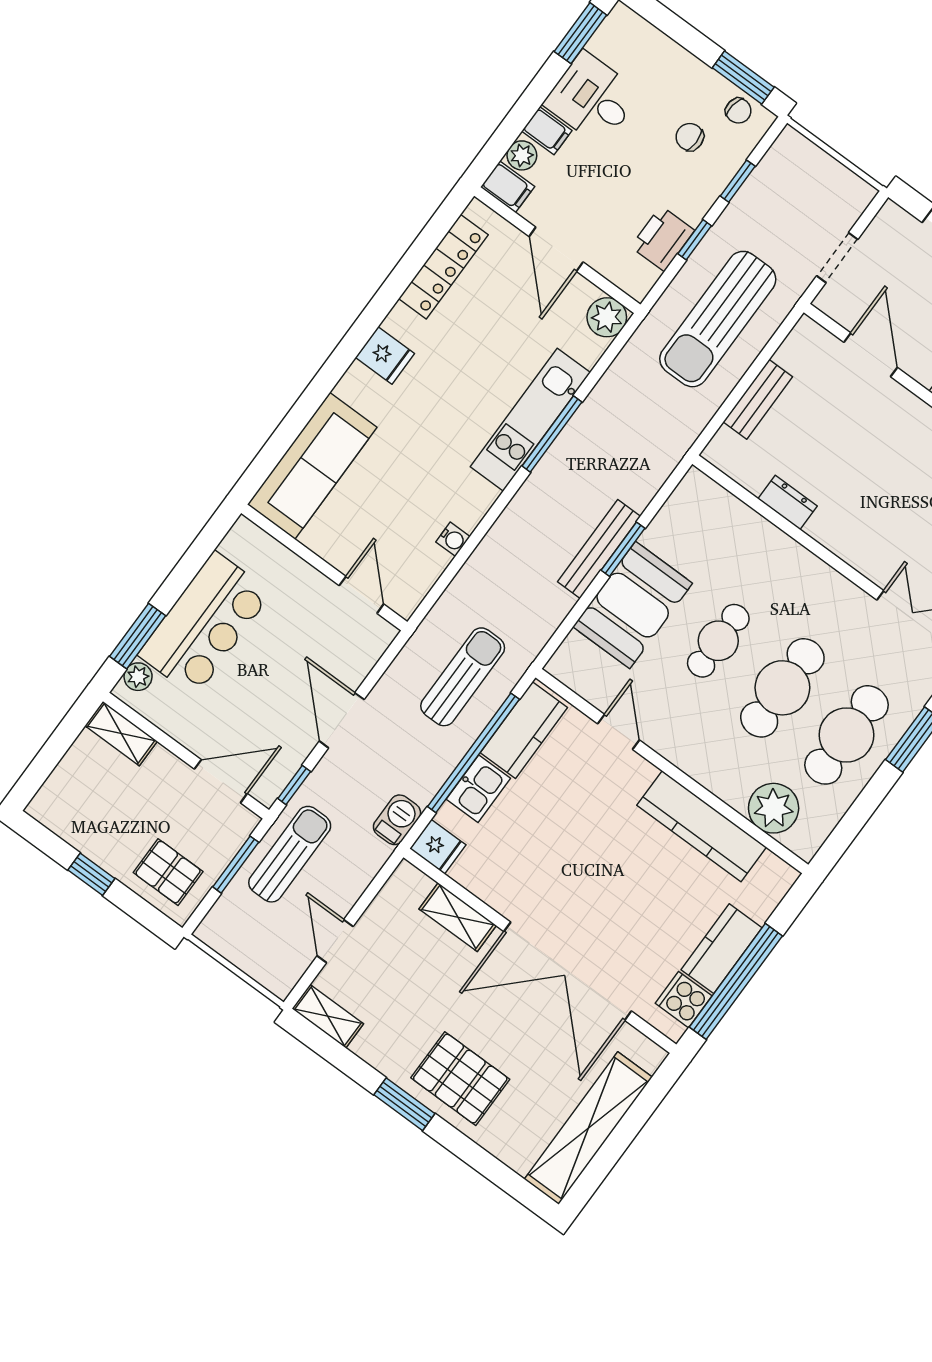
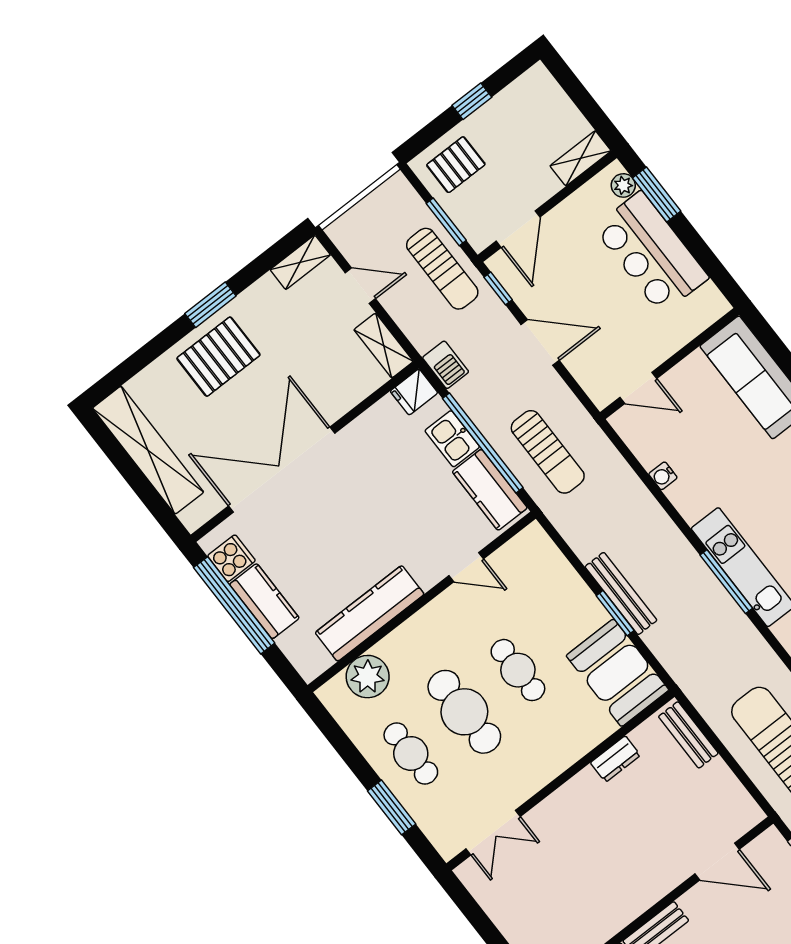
bench: (758, 399) -> (688, 735), moved
booth: (633, 605) -> (617, 673), moved
cafe table: (846, 735) -> (411, 753), width x0.73, depth x0.74
shelving: (458, 917) -> (384, 346), moved, turned 90

